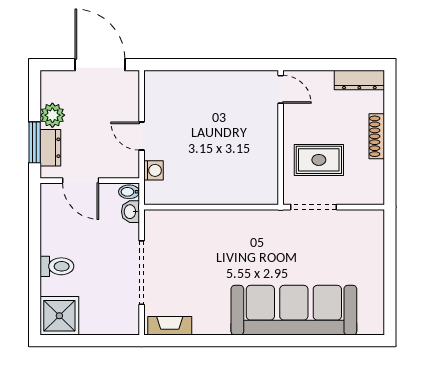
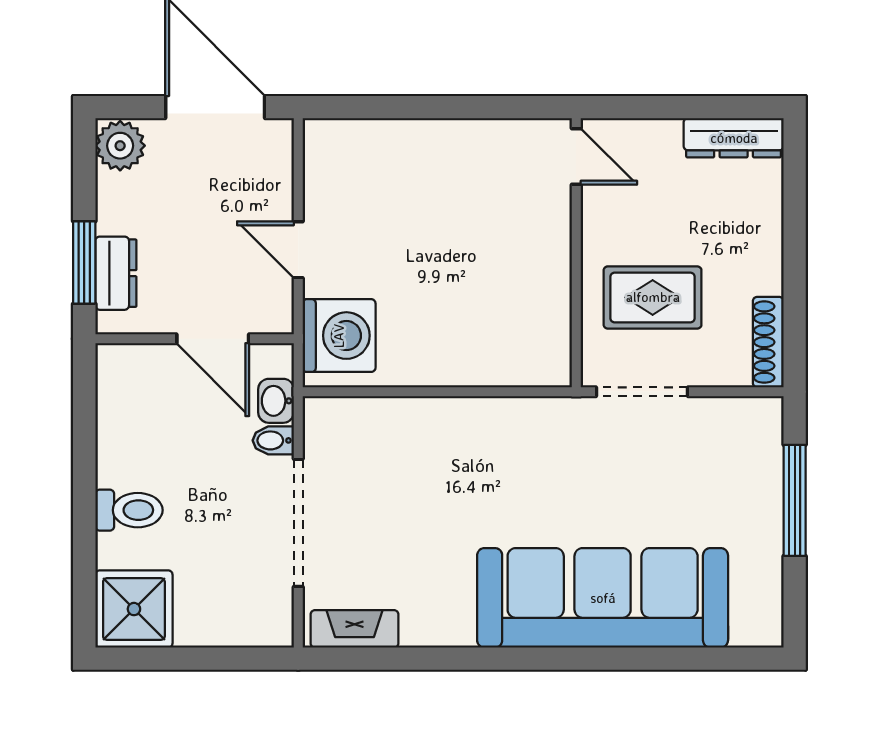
plant: (52, 115) -> (120, 146), moved
shoe rack: (377, 136) -> (768, 342), moved
washing machine: (153, 170) -> (339, 336), width x1.89, depth x1.89
door: (81, 181) -> (213, 339), moved
bidet: (129, 192) -> (273, 440), moved
window: (390, 261) -> (795, 500), added

